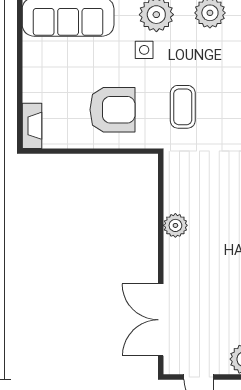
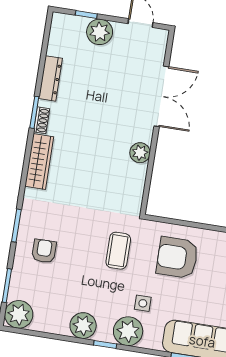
double door: (161, 320) -> (161, 96), moved

